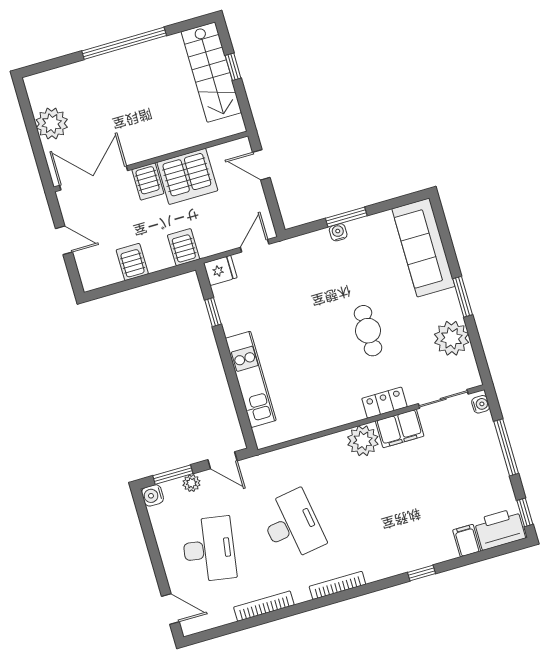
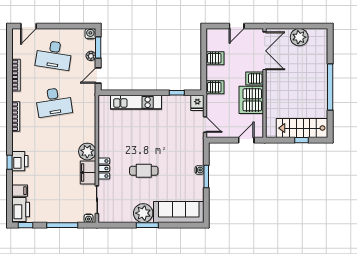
plant: (452, 338) -> (143, 213), moved
printer: (414, 555) -> (20, 161), added

